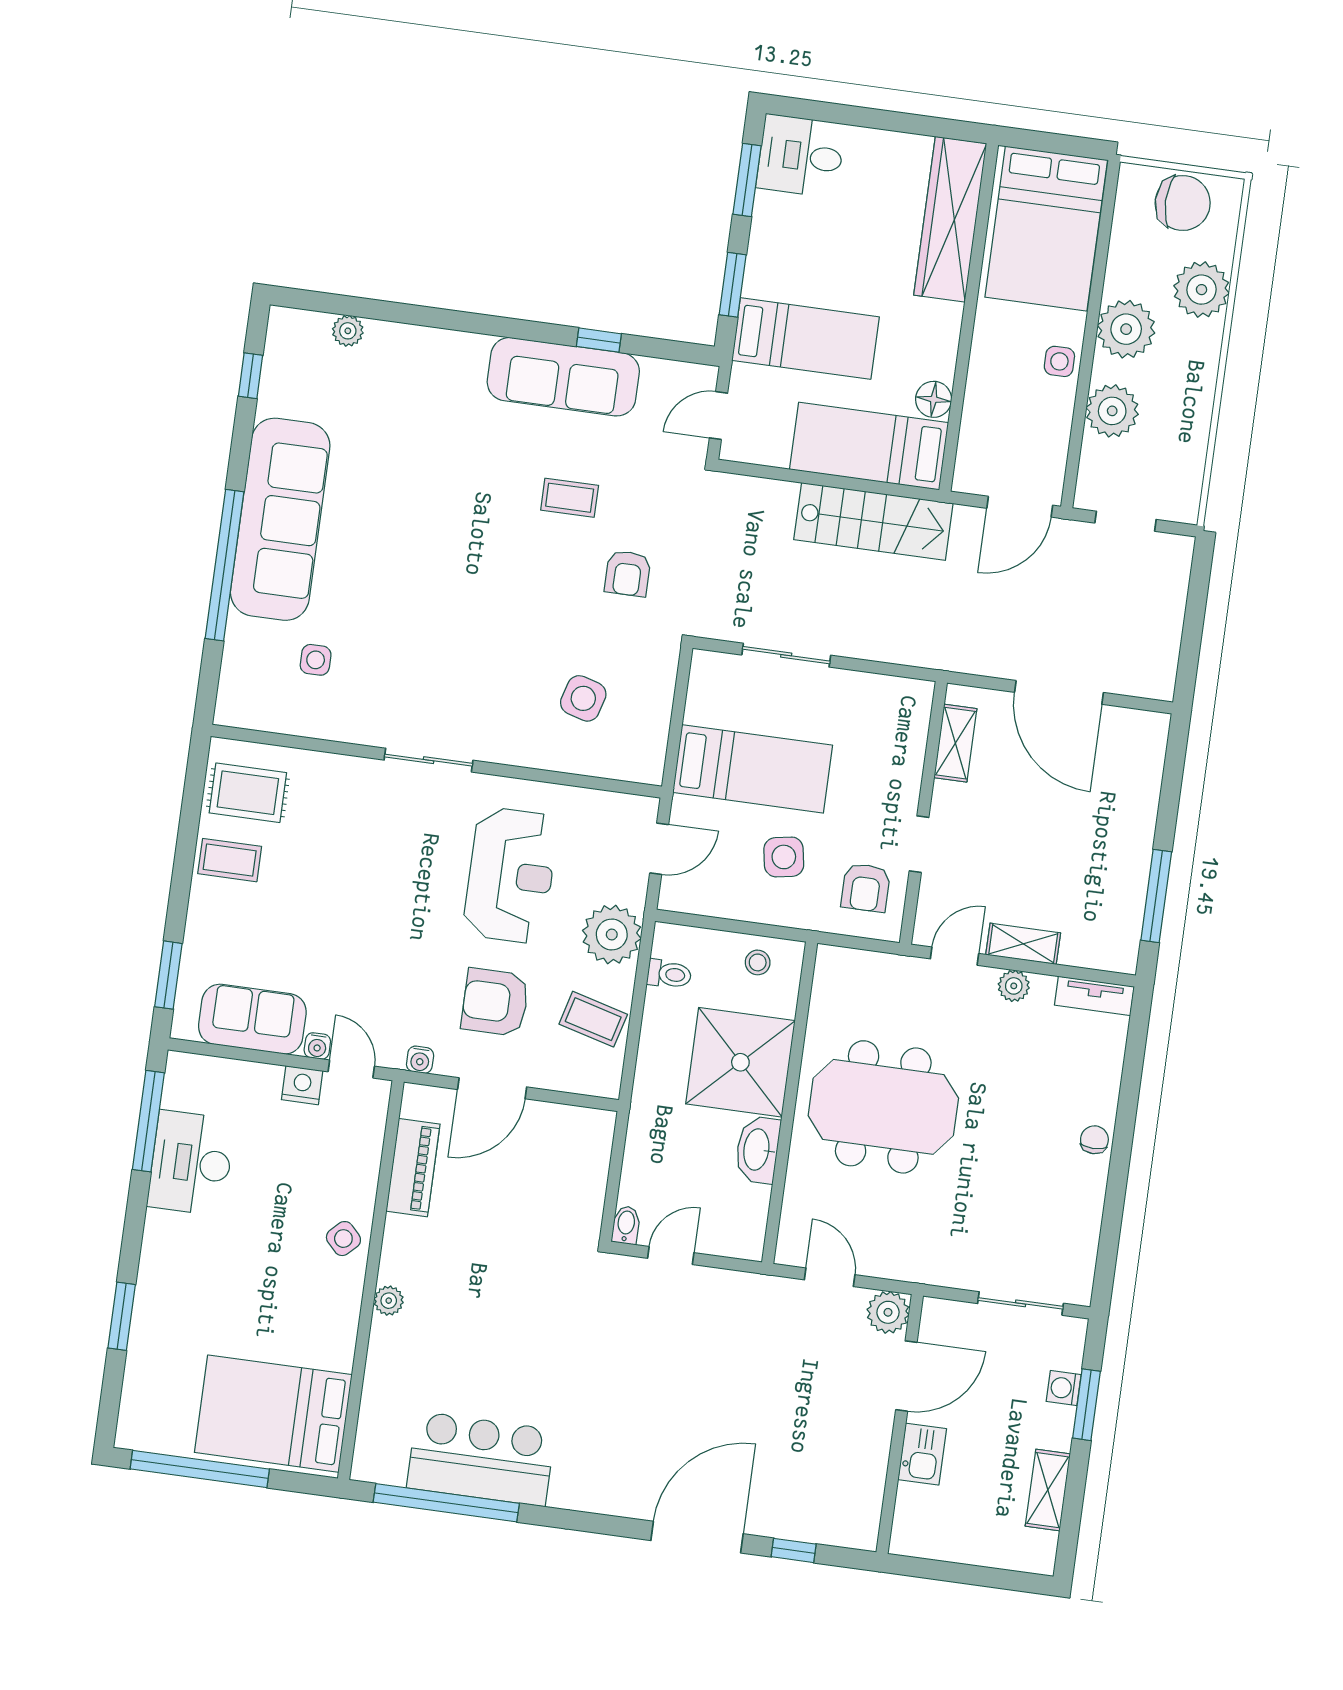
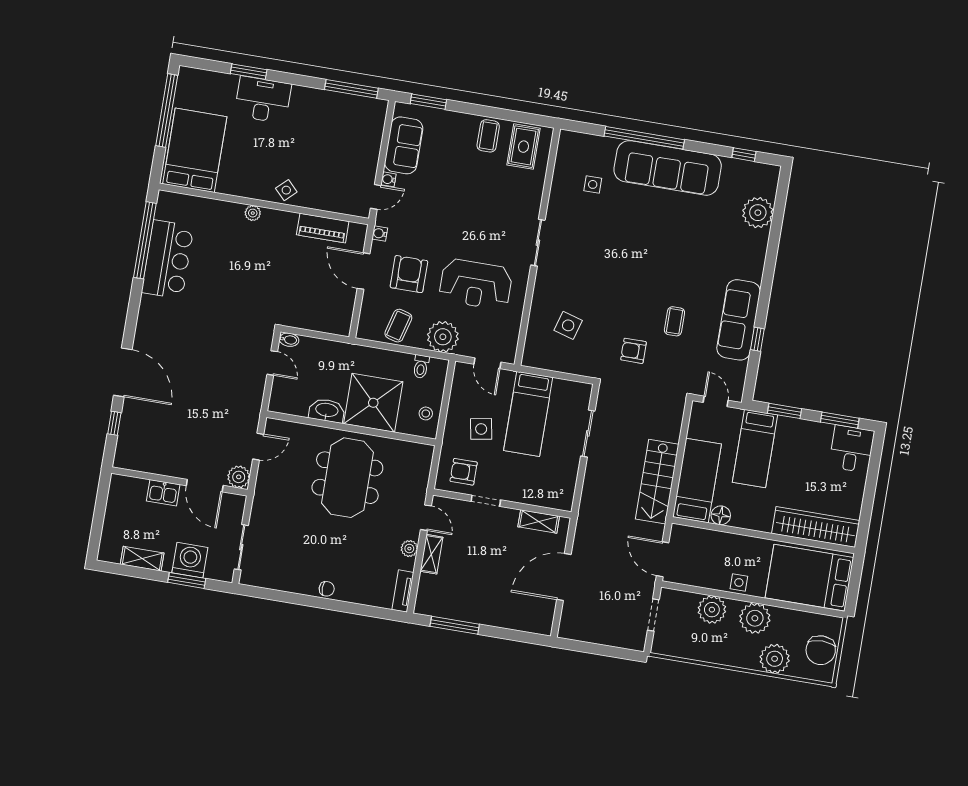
plant: (348, 331) -> (758, 213), width x1.88, depth x1.88
nightstand: (302, 1085) -> (368, 171), removed
desk: (191, 1163) -> (263, 100), moved
washing machine: (1064, 1388) -> (190, 560), width x1.89, depth x1.89

